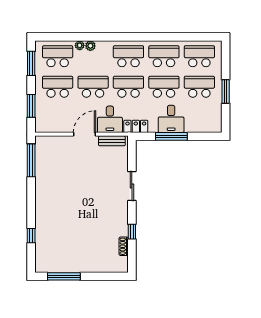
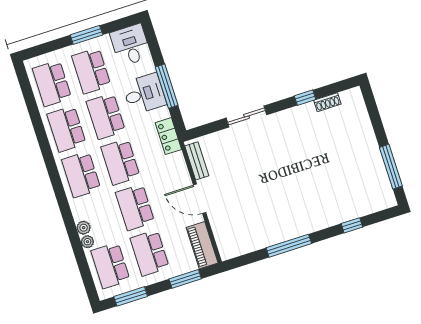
desk: (110, 119) -> (131, 45), moved, turned -90
piano: (51, 125) -> (202, 245), added
window: (31, 160) -> (289, 246), moved

